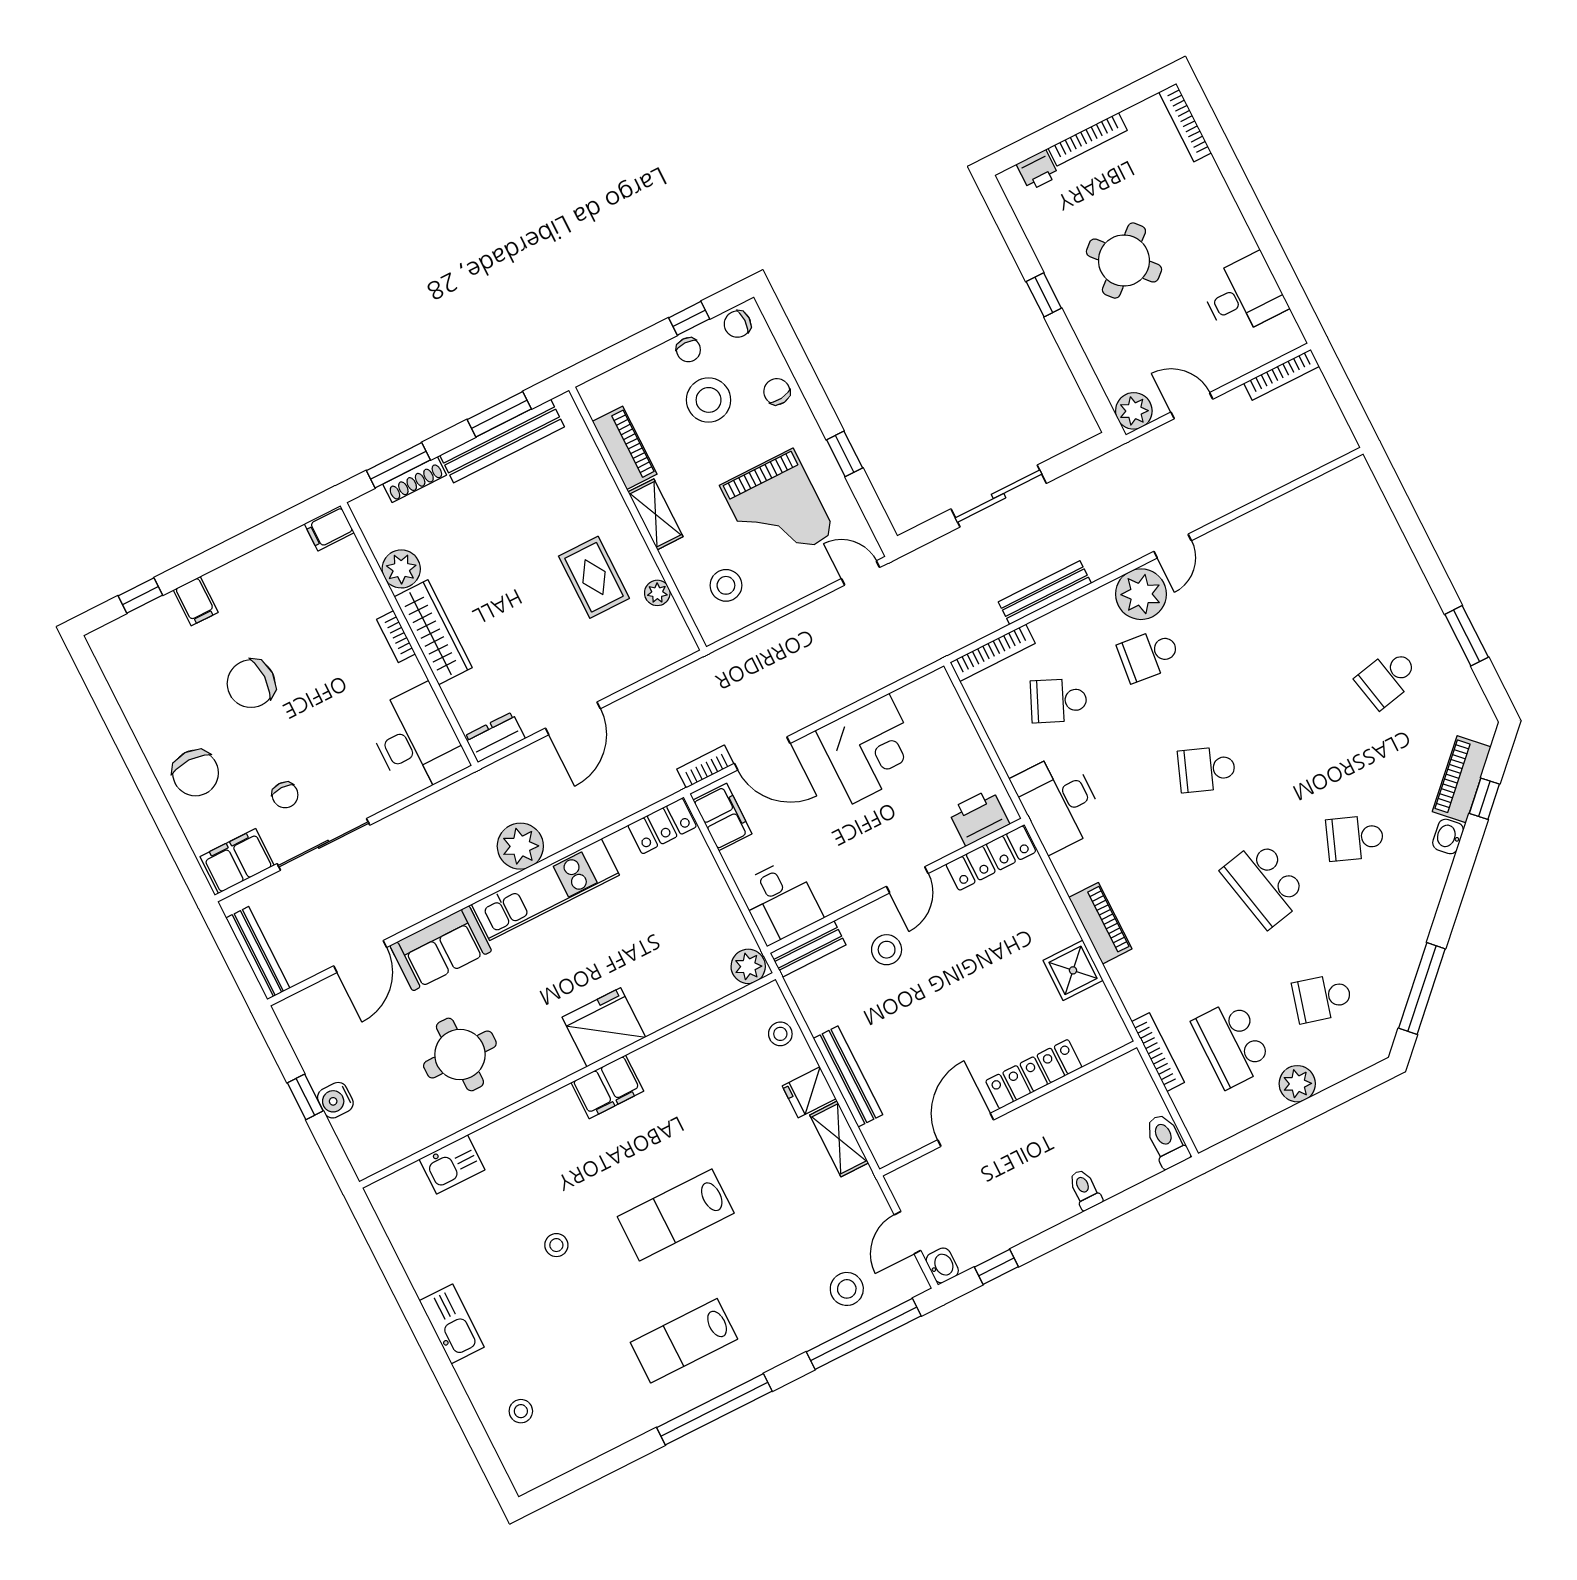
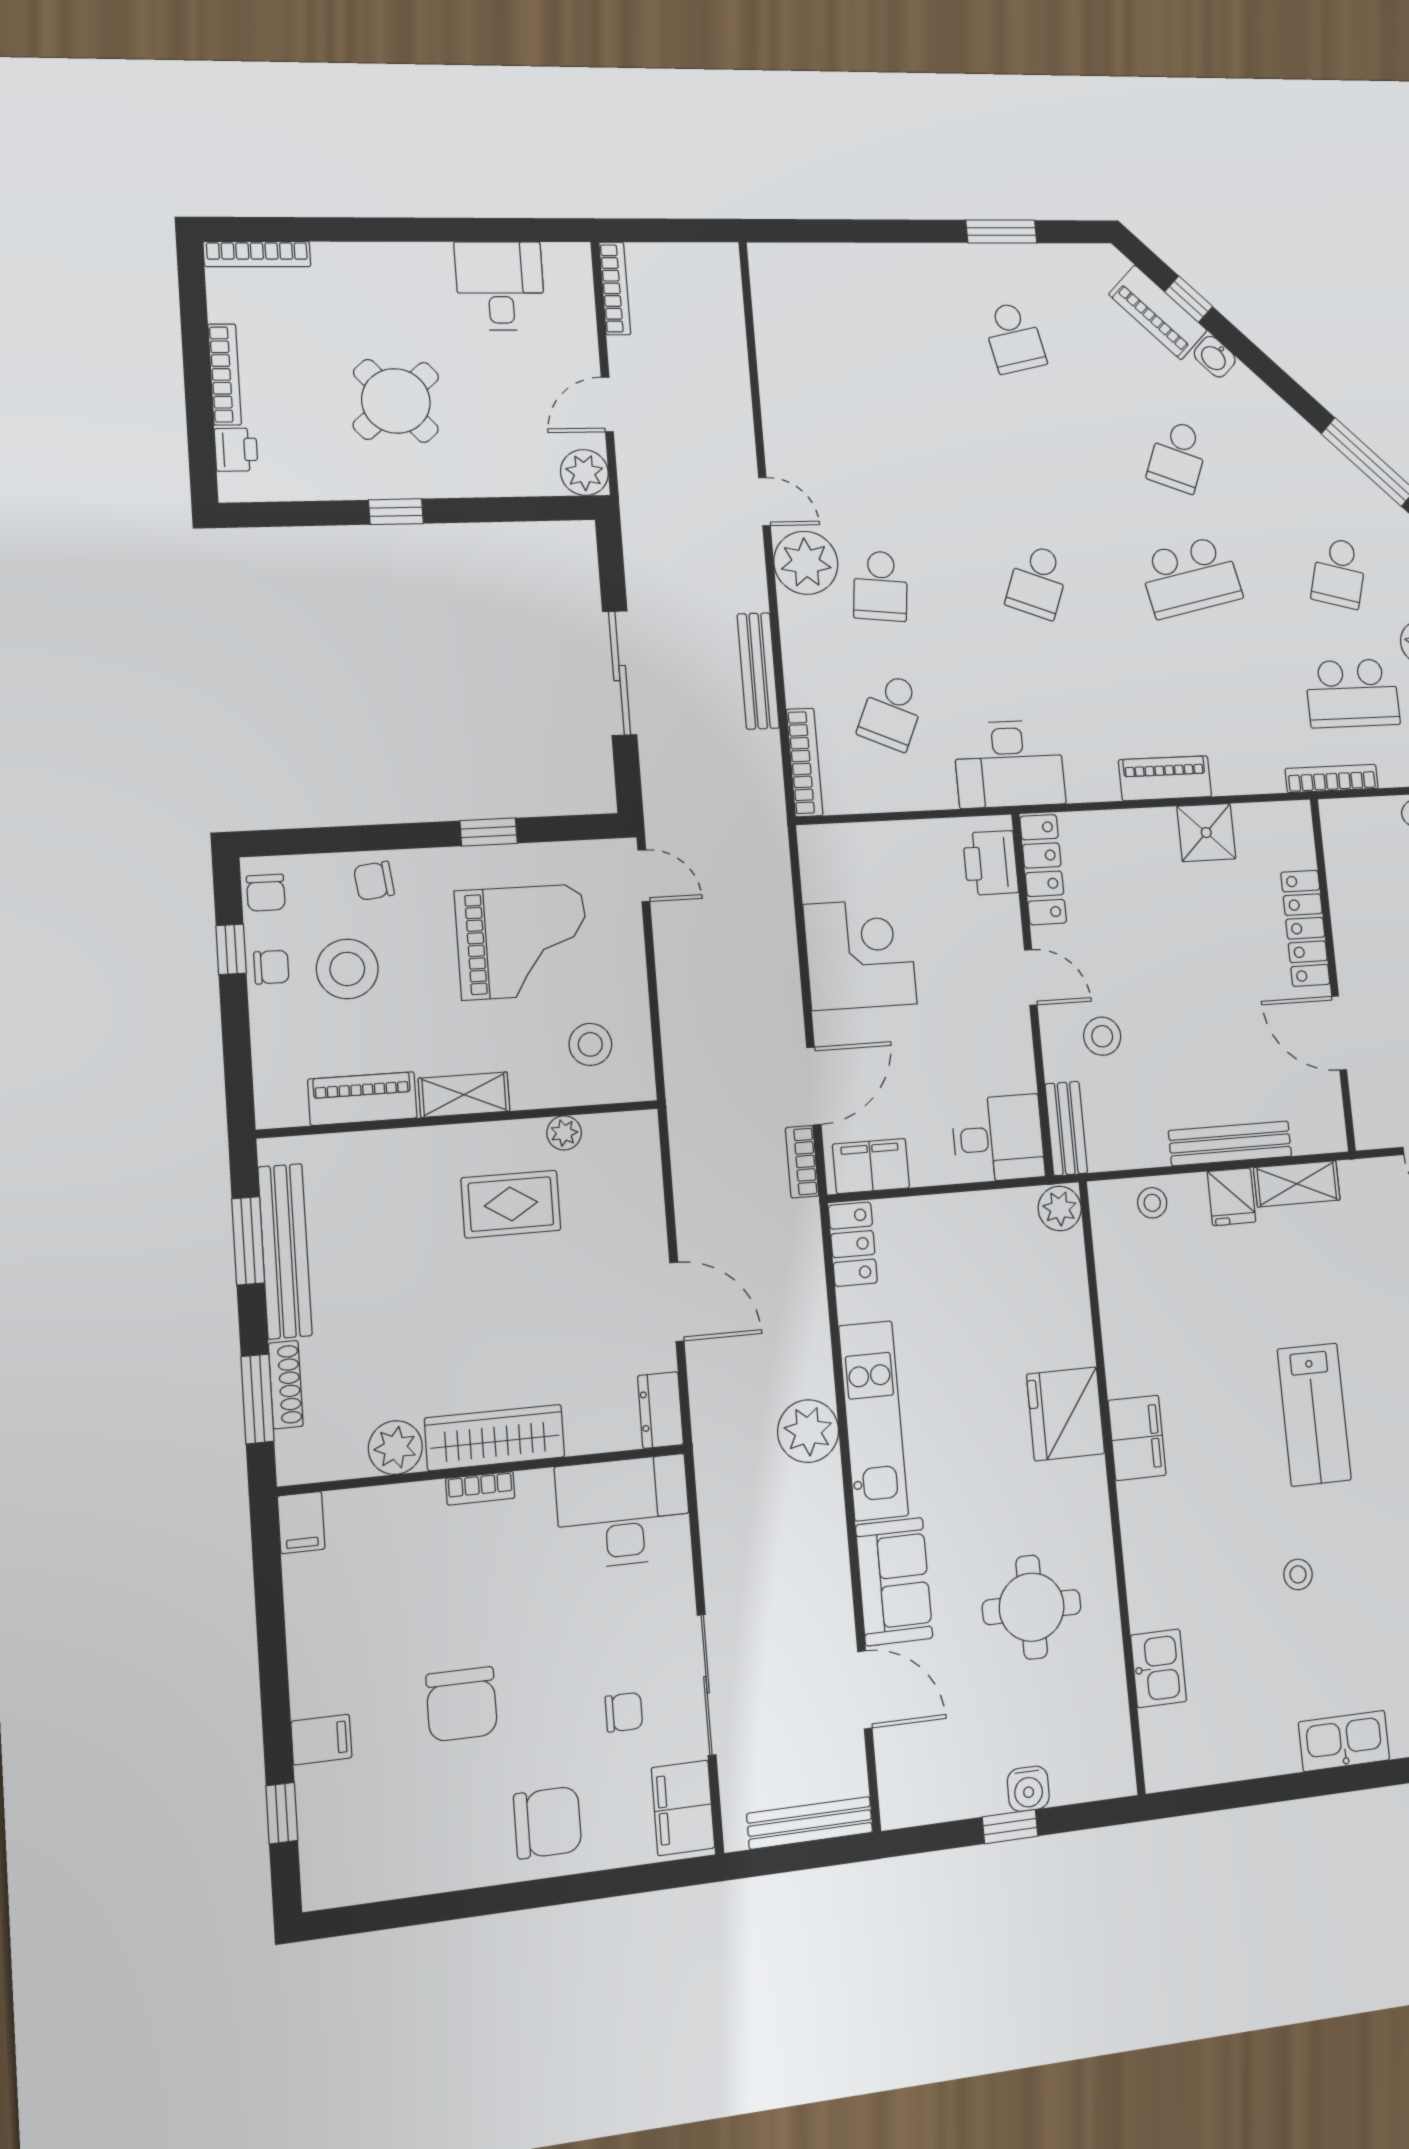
door: (860, 573) -> (644, 876), swing flipped

